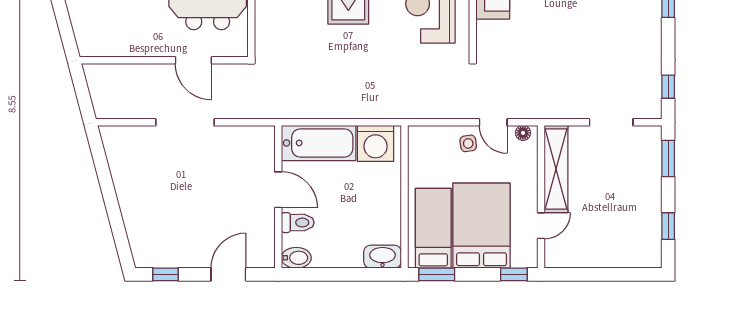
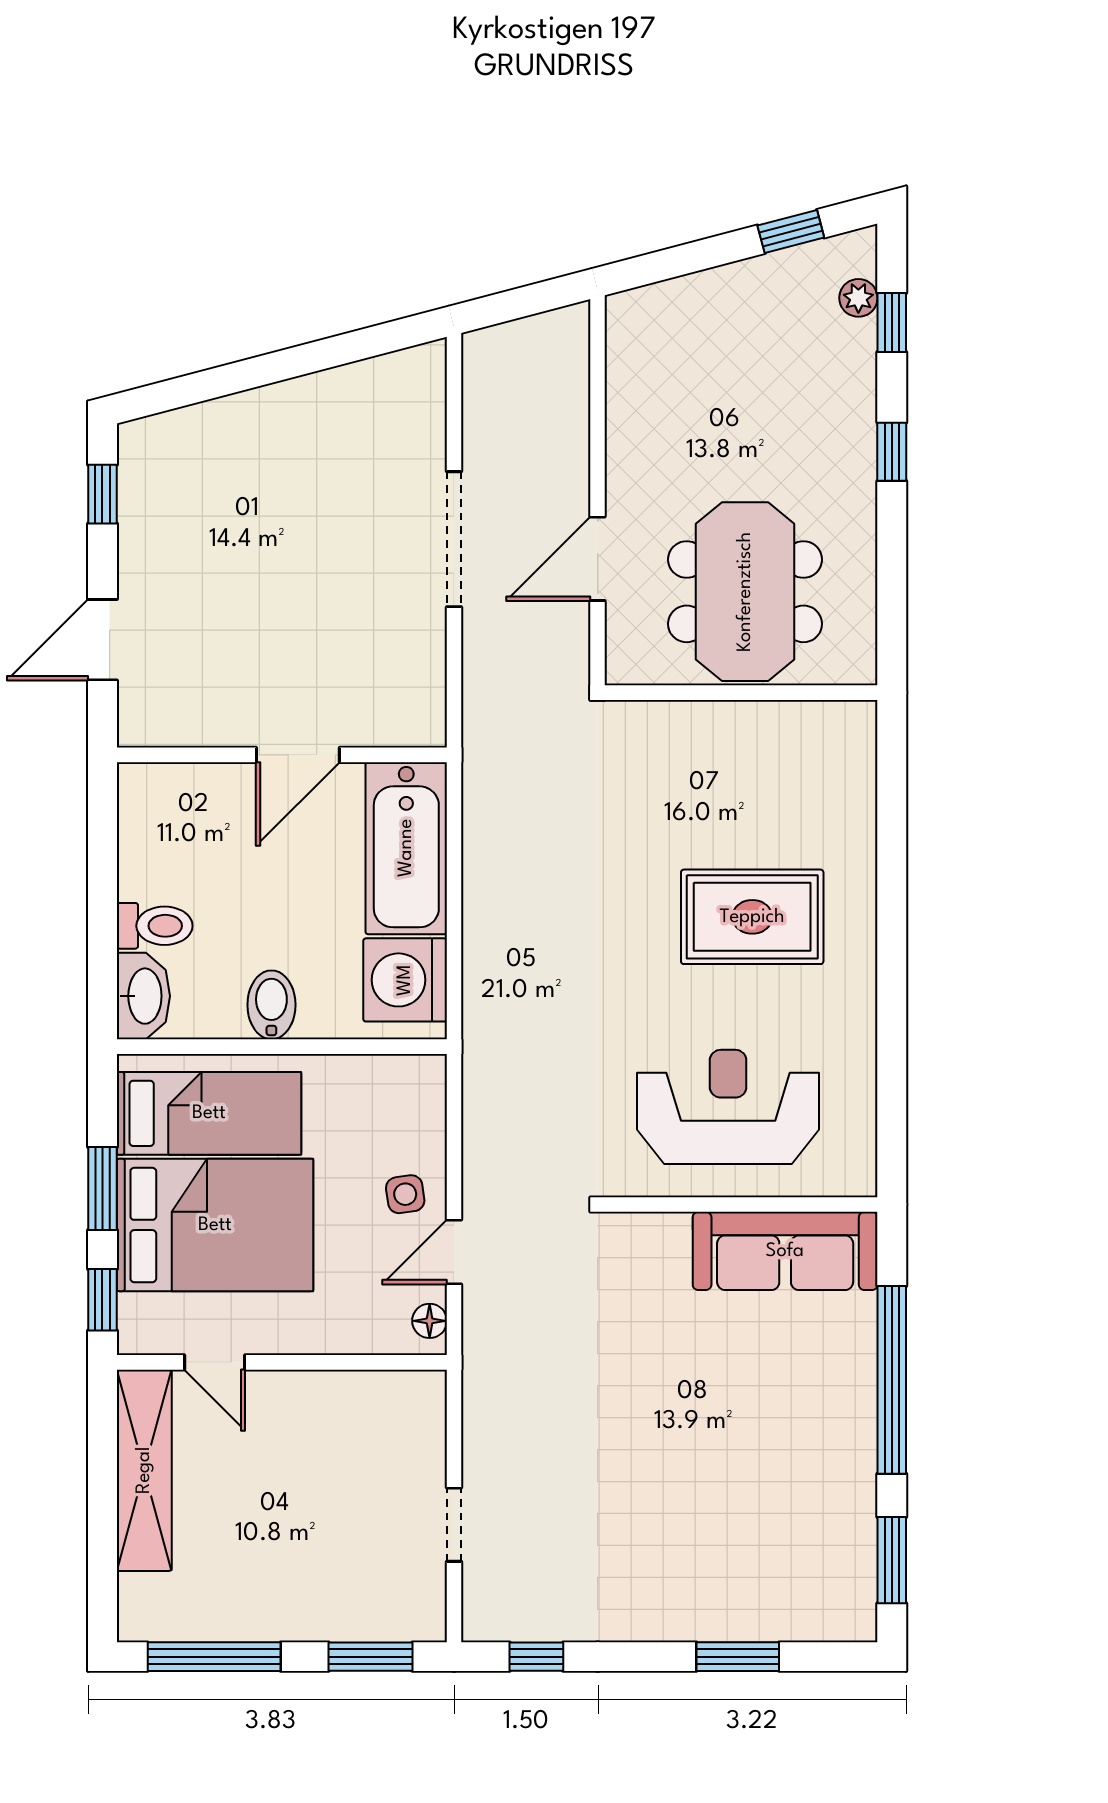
doorway: (611, 122) -> (454, 1525), width x0.73
shelving: (556, 169) -> (144, 1470), moved, turned 90
toilet: (298, 223) -> (155, 926), moved, turned -90
window: (668, 226) -> (214, 1657), width x2.17
bidet: (296, 258) -> (271, 1005), moved, turned 180
door: (228, 274) -> (102, 640), swing flipped
window: (437, 274) -> (102, 1188), moved

